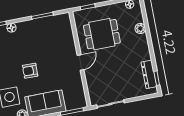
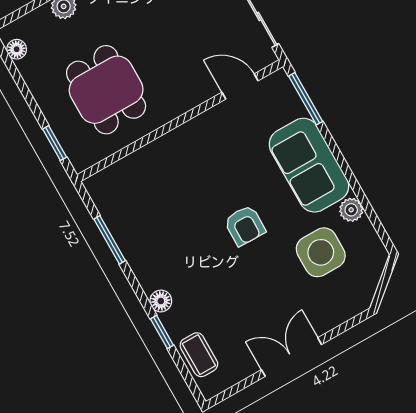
door: (81, 63) -> (240, 87), moved

